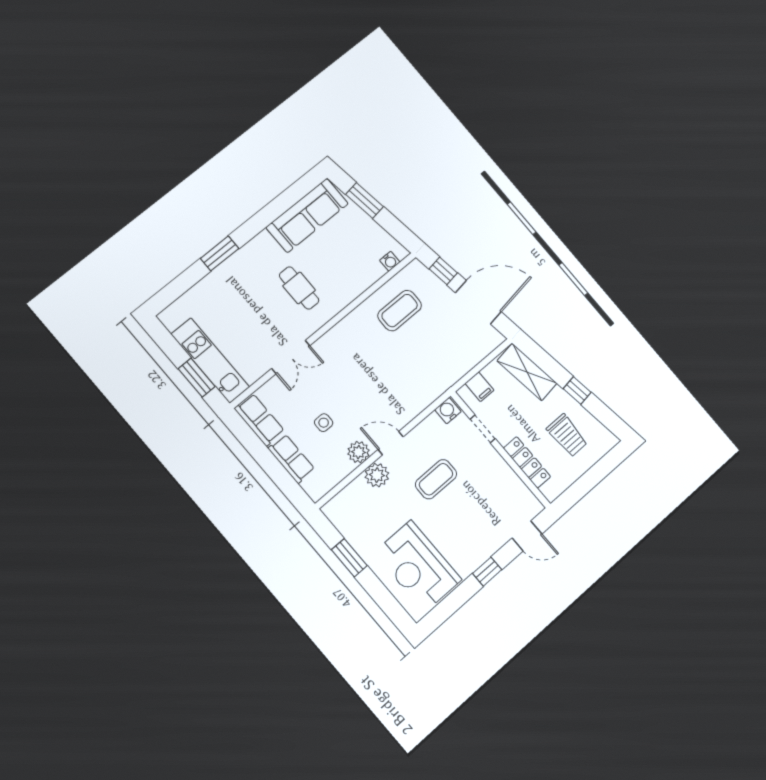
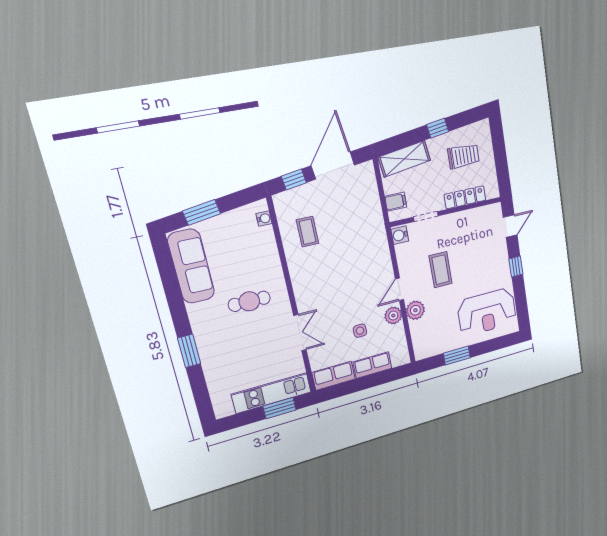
coffee table: (400, 311) -> (307, 232), width x0.73, depth x0.77

